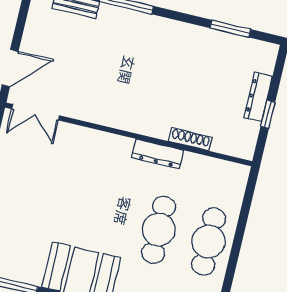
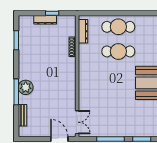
plant: (131, 25) -> (26, 87), added
dresser: (158, 154) -> (83, 31), moved

